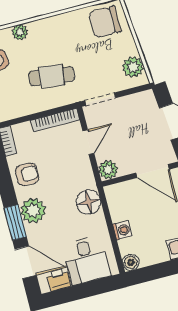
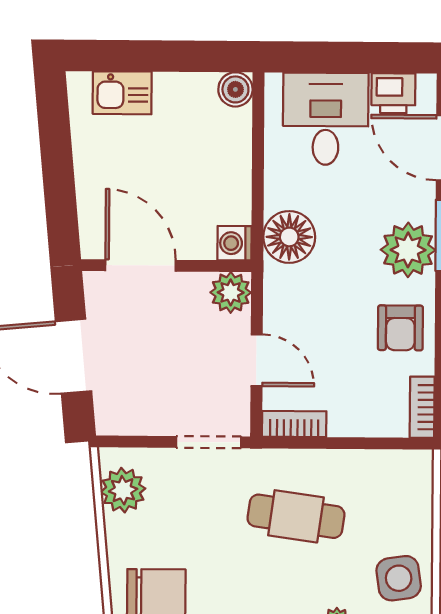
bookcase: (55, 120) -> (294, 424), width x0.64
door: (88, 142) -> (257, 360), swing flipped
armchair: (27, 174) -> (400, 328), turned -90
washing machine: (122, 230) -> (234, 243), moved

